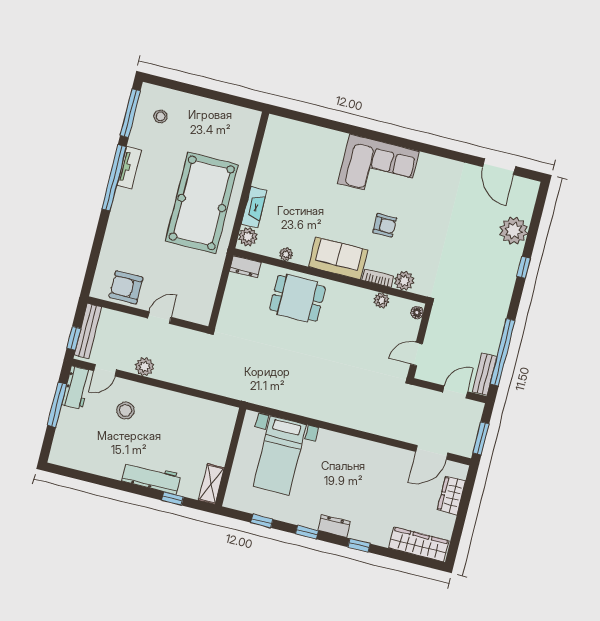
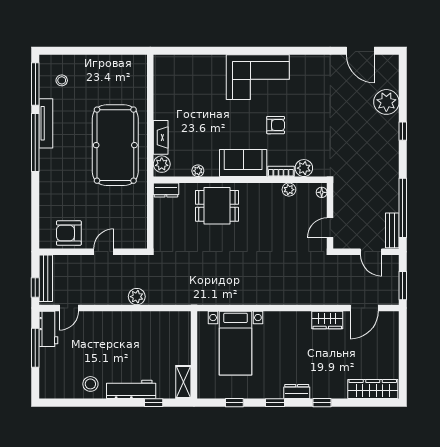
tv unit: (129, 167) -> (46, 123), width x1.41
plant: (144, 367) -> (137, 297), moved
door: (455, 392) -> (371, 252), swing flipped
stool: (126, 410) -> (90, 384), moved
wardrobe: (451, 495) -> (327, 320), moved, turned -90

